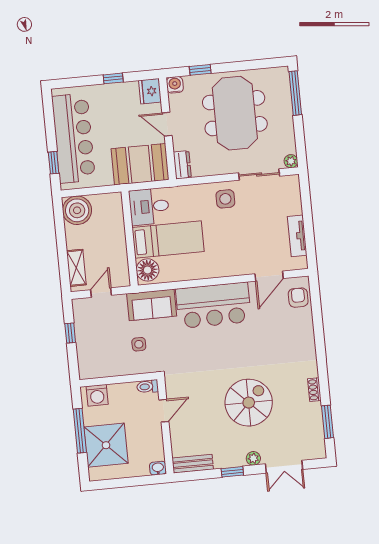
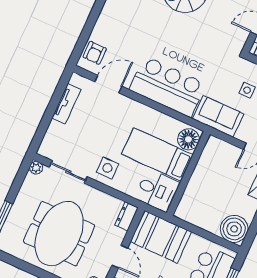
desk: (149, 207) -> (157, 190), moved
wall: (130, 238) -> (188, 174), moved
bed: (168, 240) -> (157, 154), moved
floor lamp: (148, 270) -> (188, 139), moved

